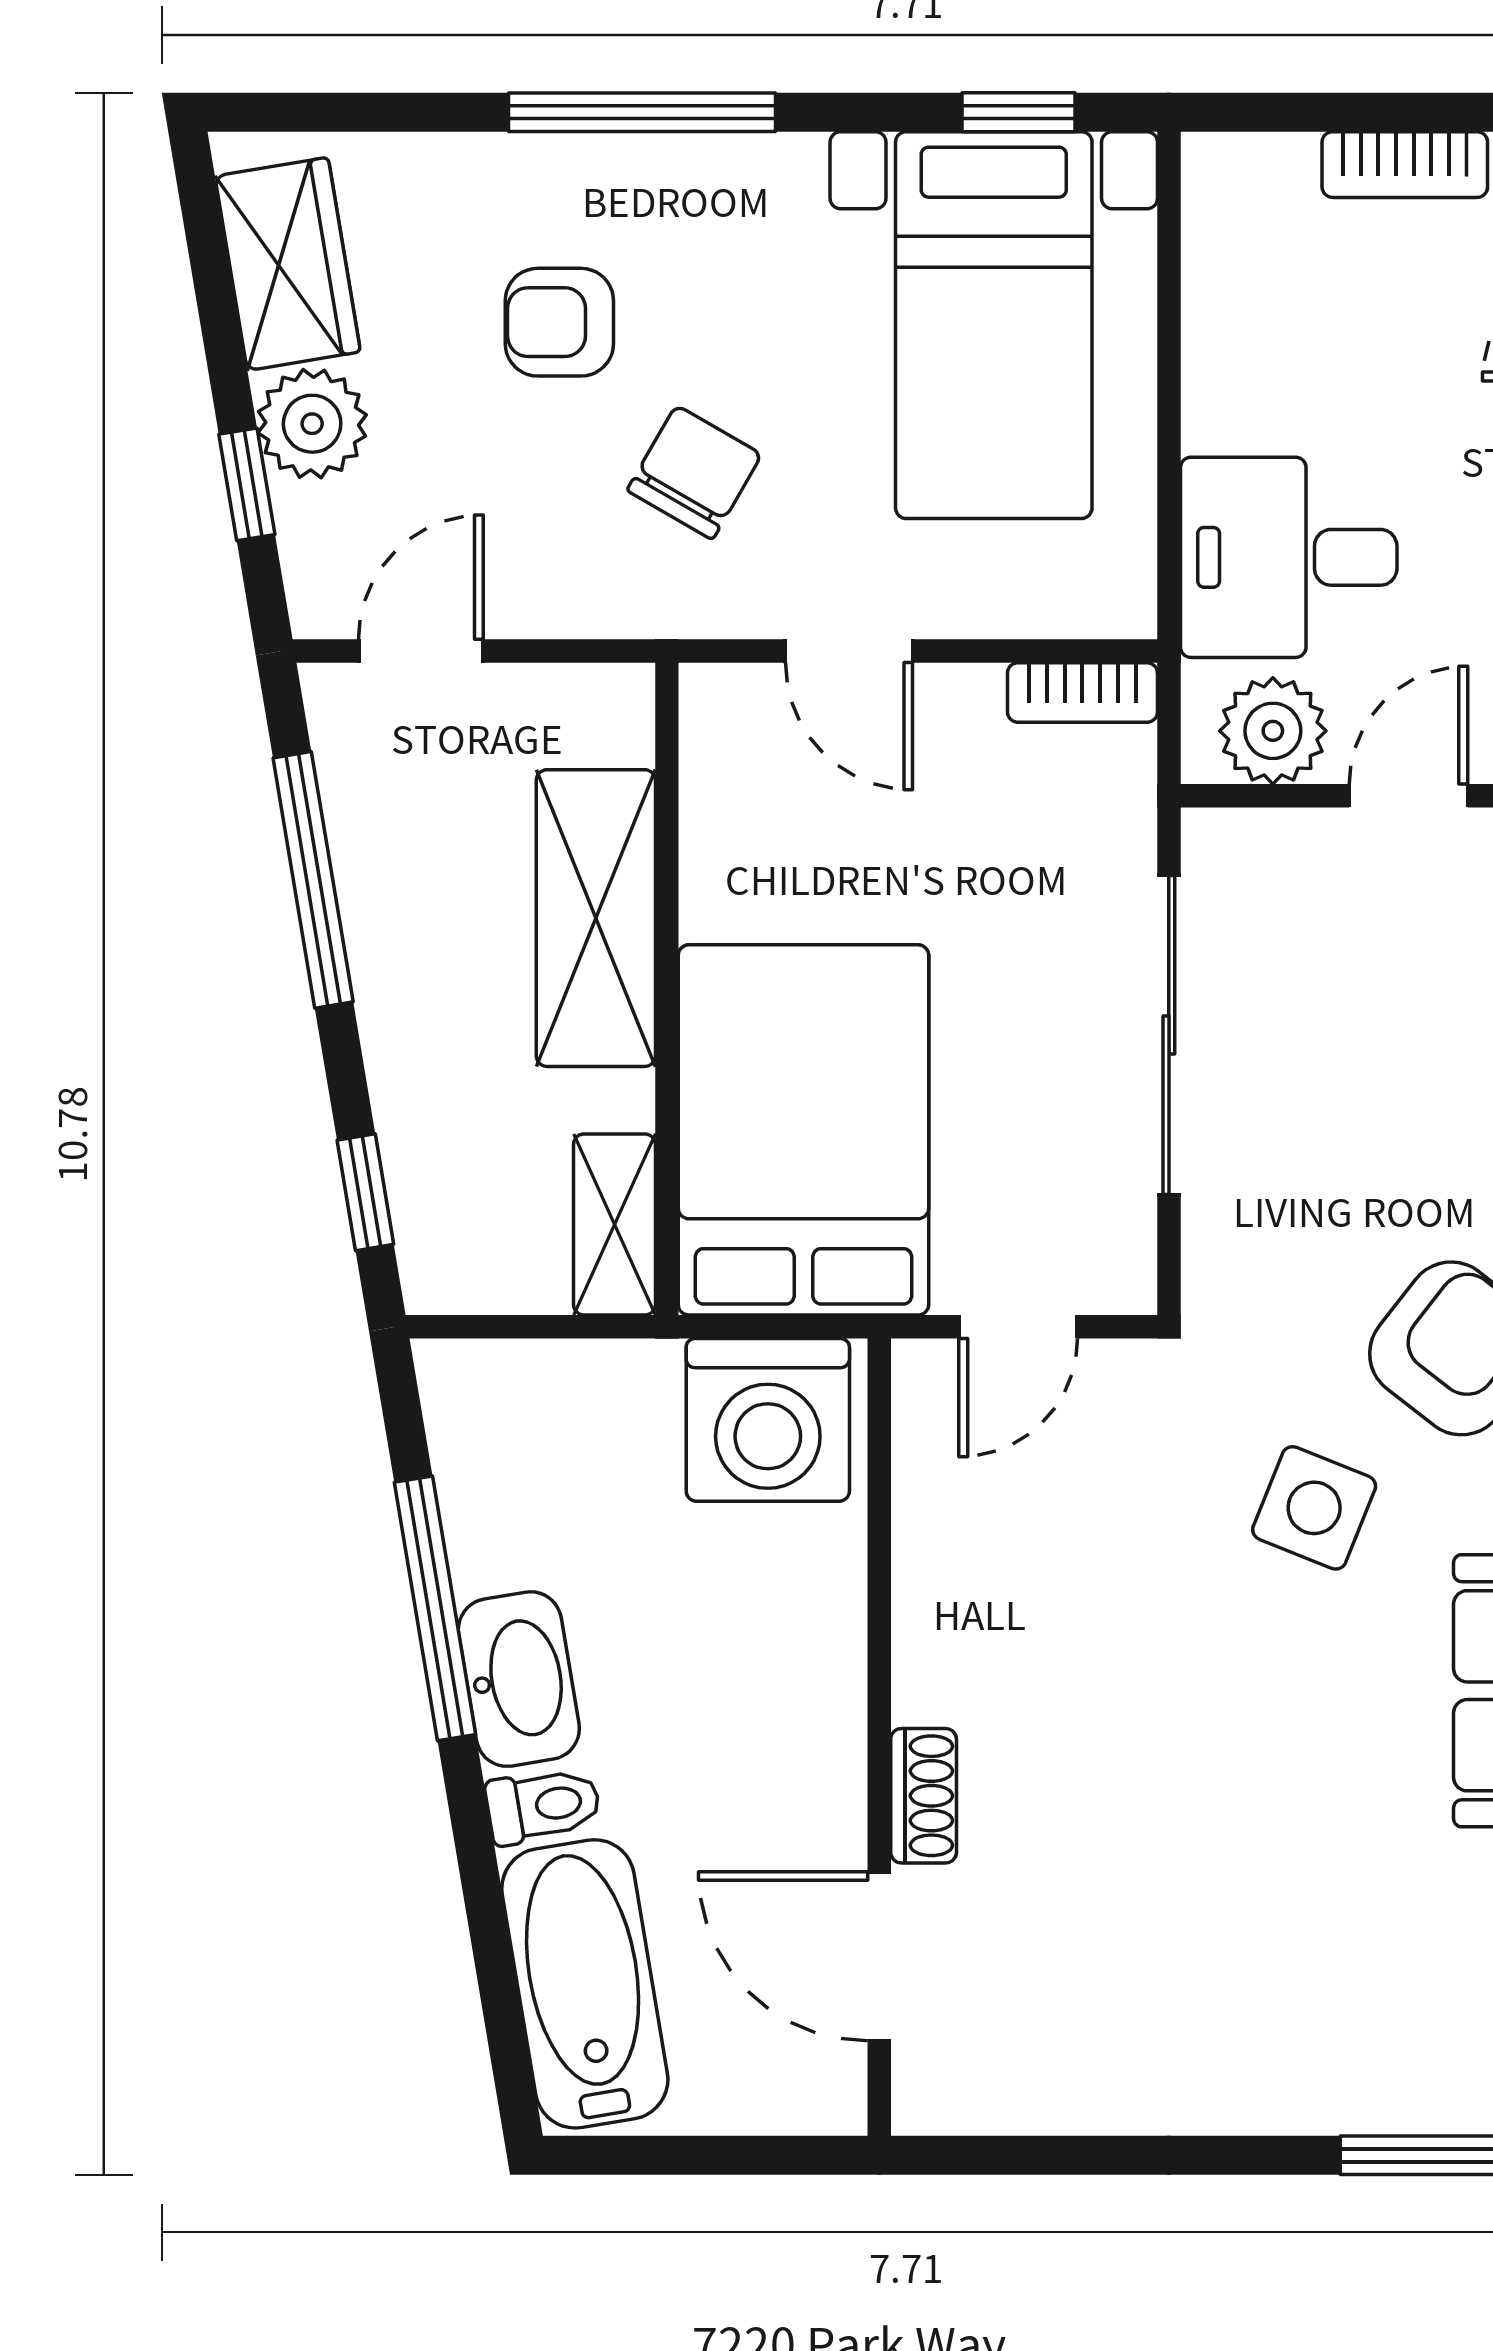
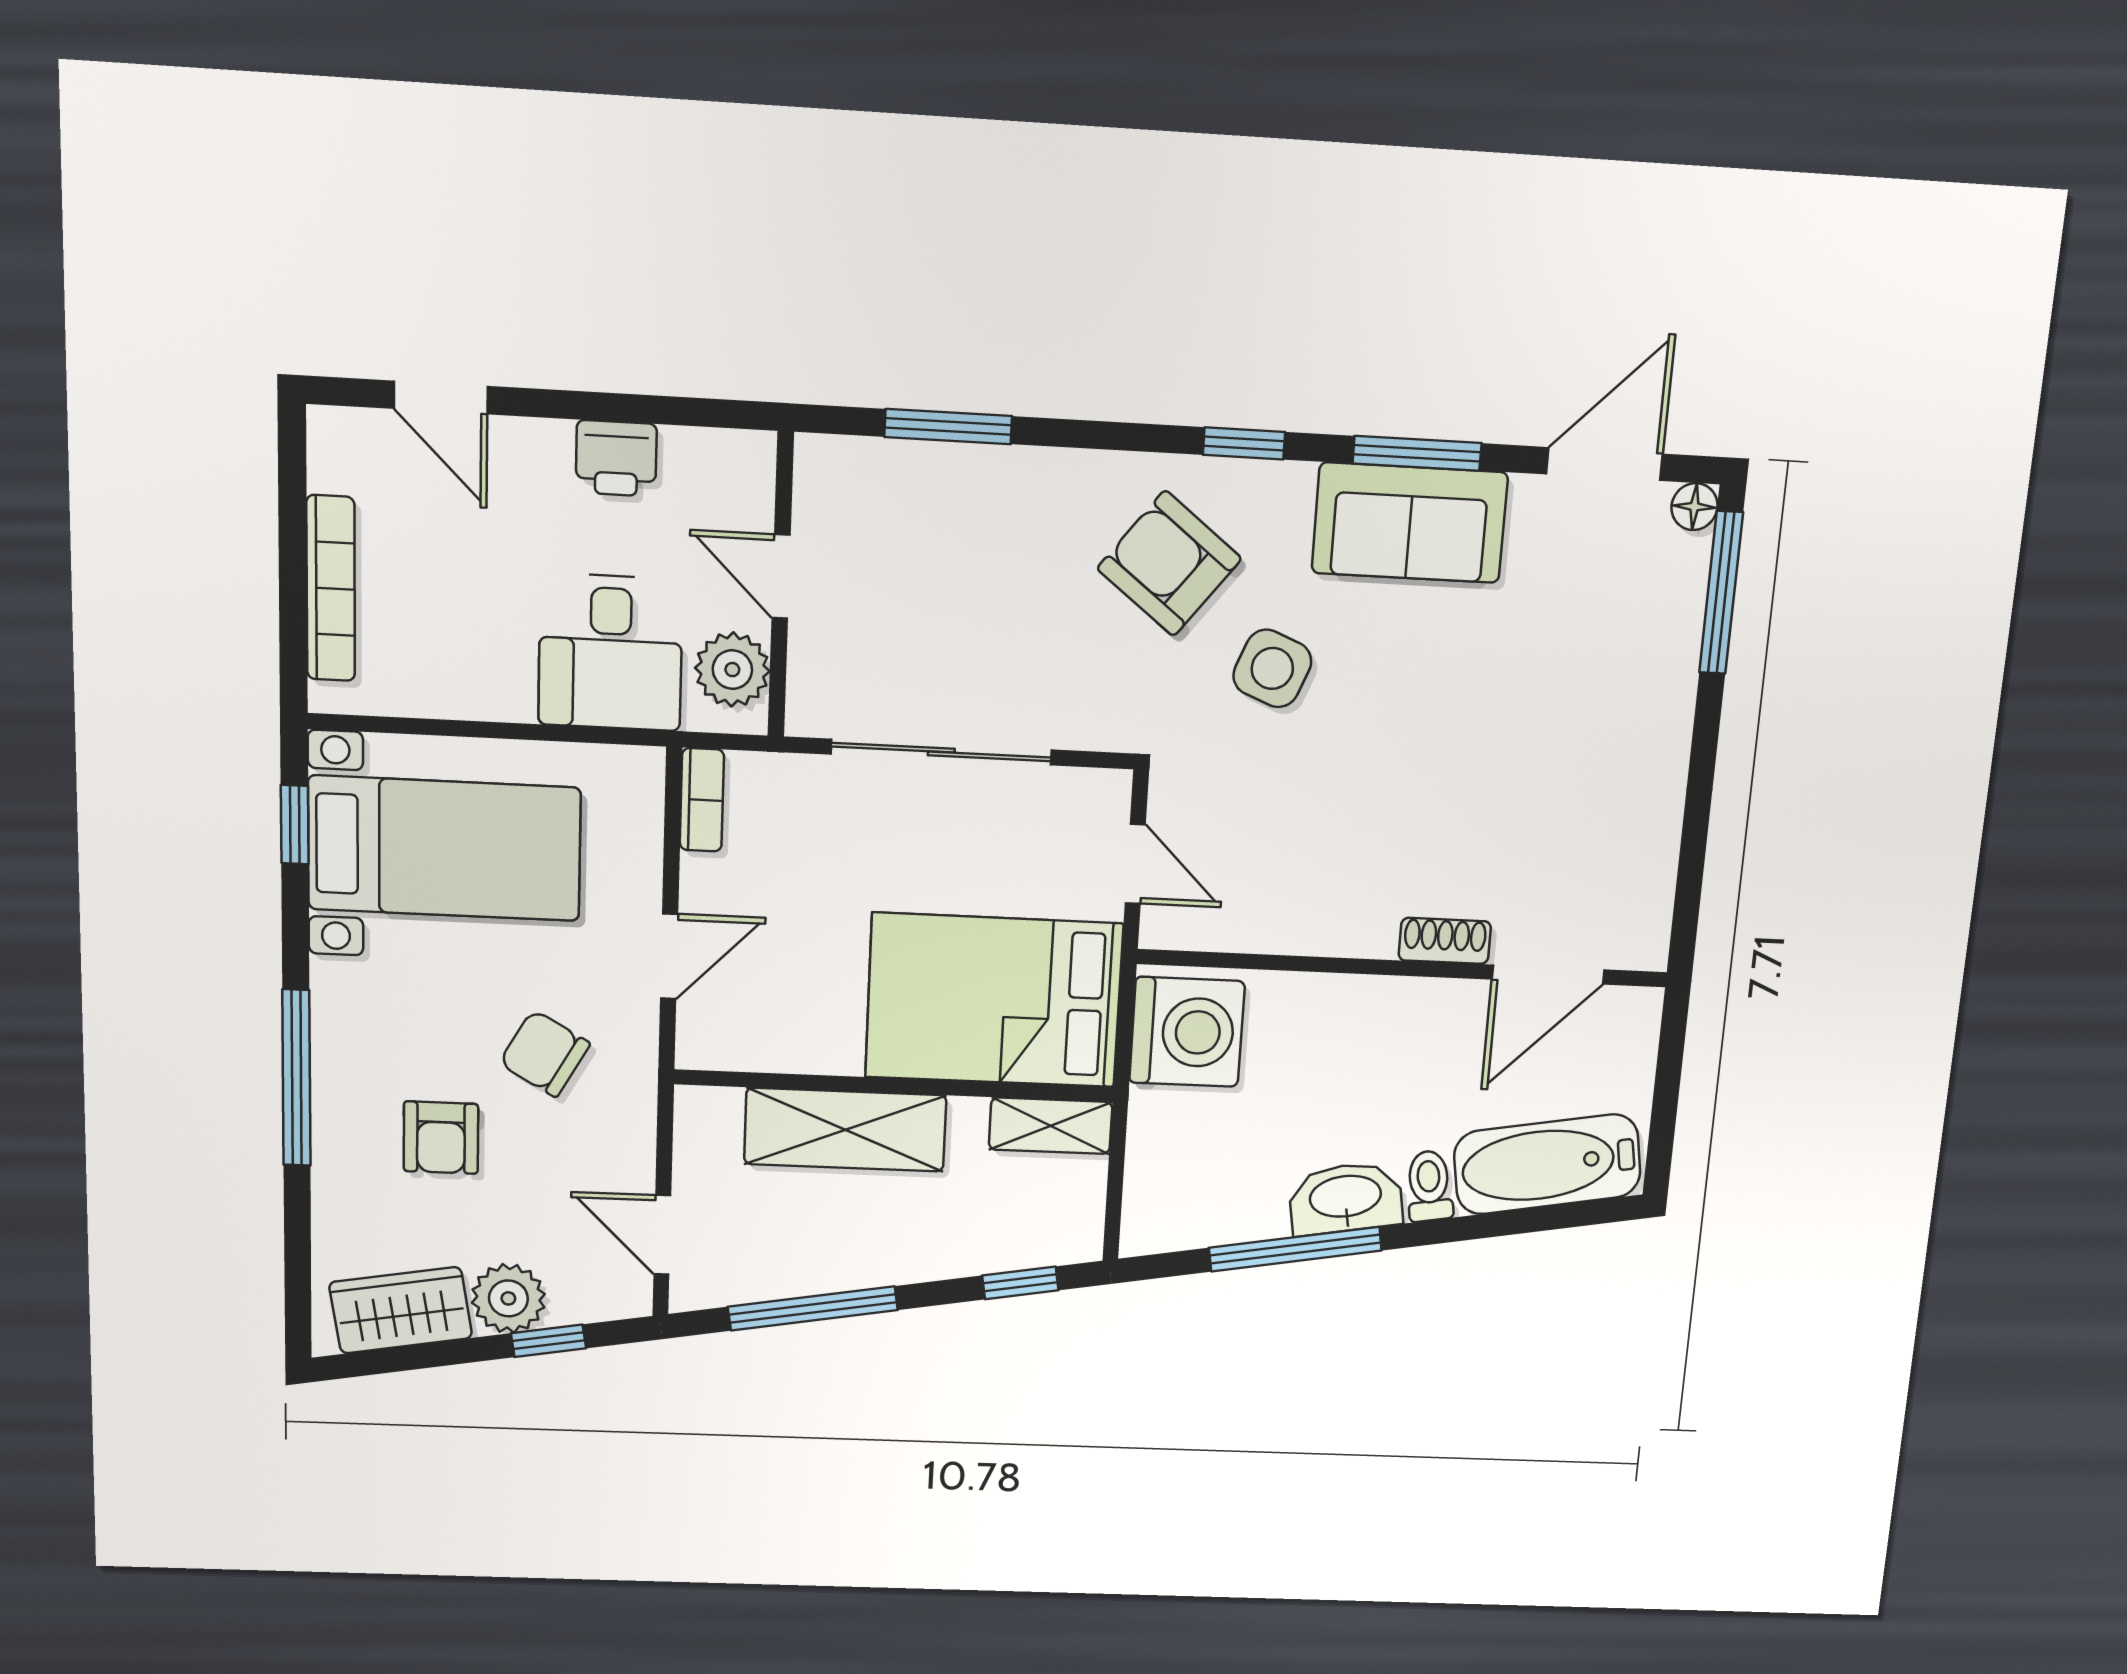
bookcase: (1405, 165) -> (331, 588), width x1.56

